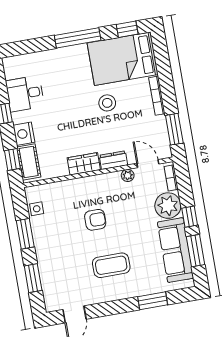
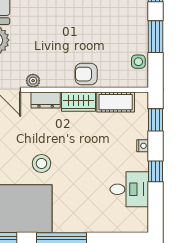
nightstand: (24, 134) -> (143, 146), width x0.53, depth x0.56
cot: (29, 162) -> (116, 102), moved, turned 90
armchair: (95, 220) -> (86, 74), moved

